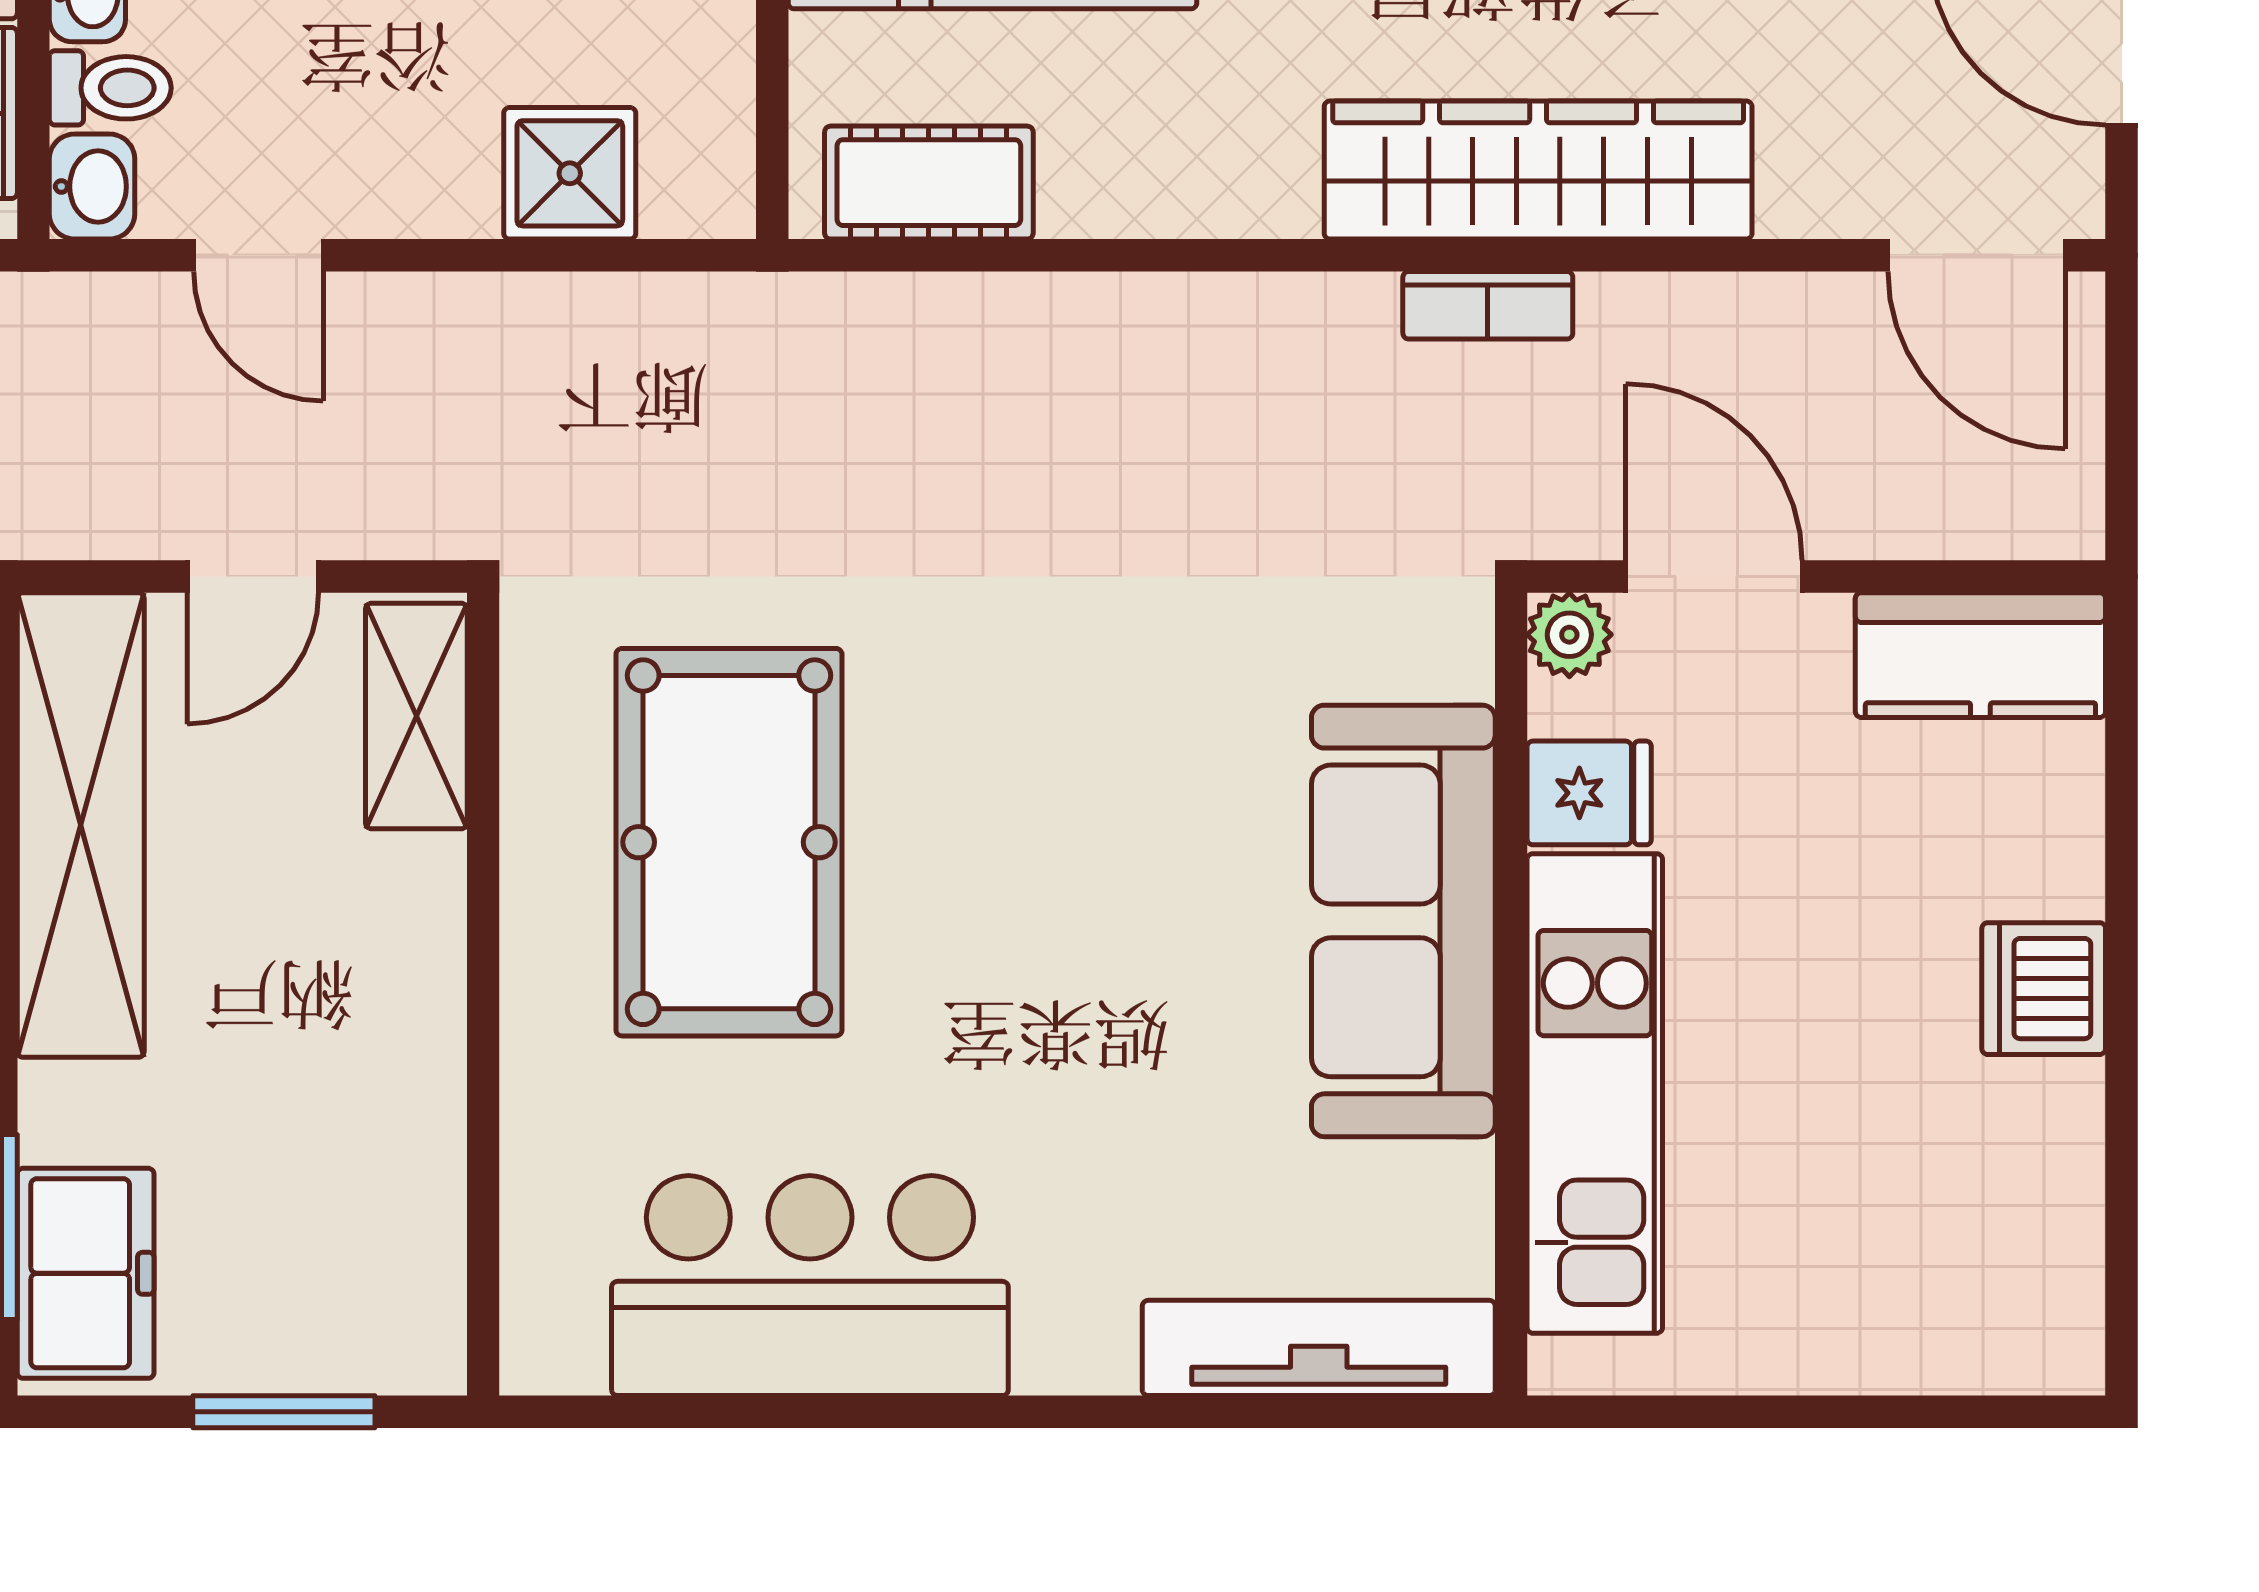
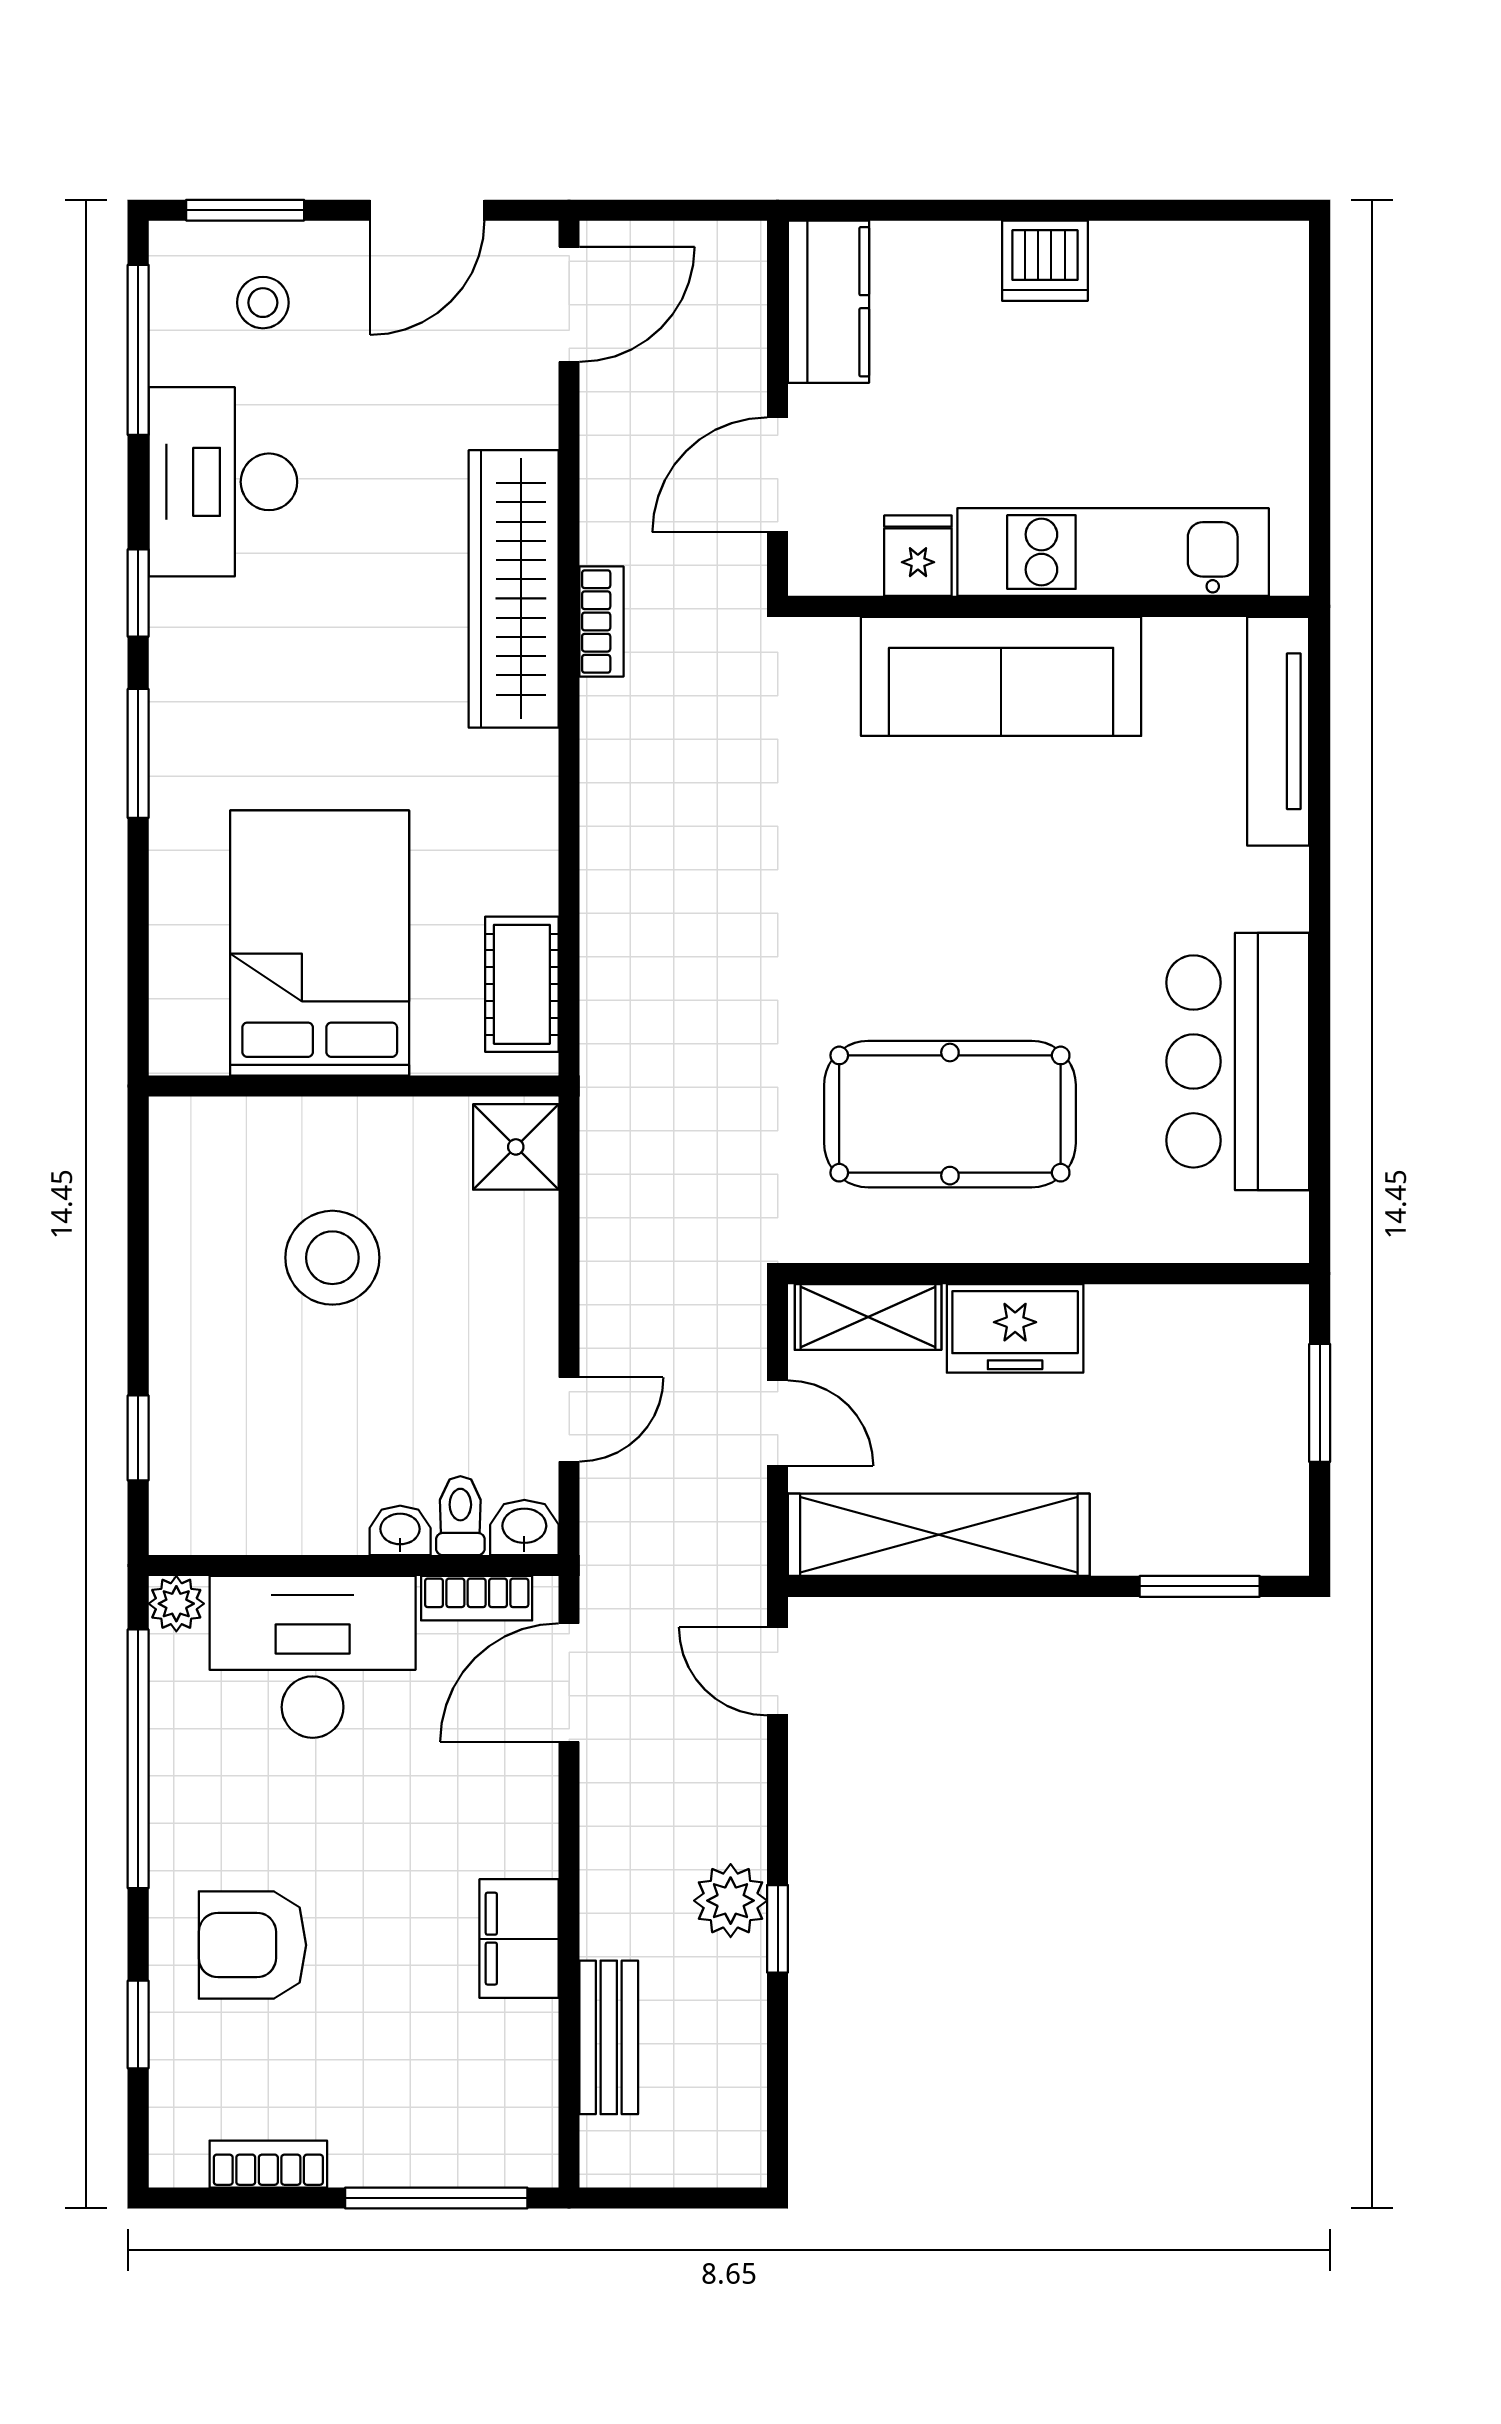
shower: (570, 173) -> (516, 1147), moved
plant: (1569, 635) -> (815, 569), removed
freezer: (86, 1273) -> (1015, 1328), moved, turned 180

